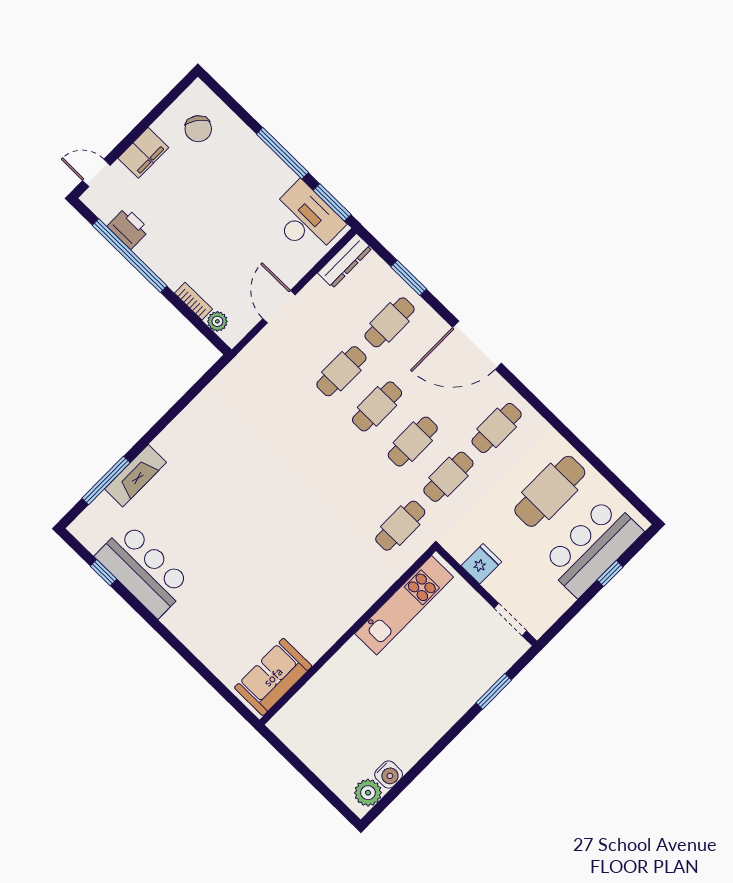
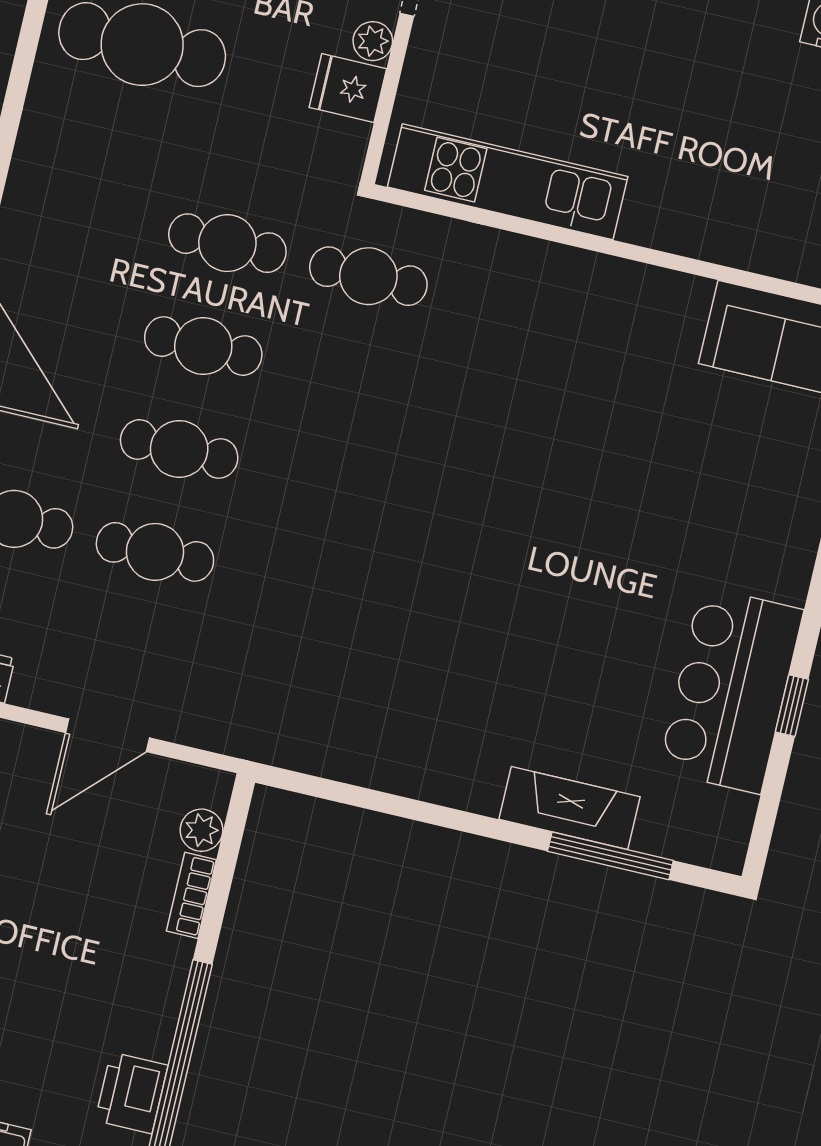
cafe table: (497, 428) -> (86, 210), removed
window: (103, 573) -> (792, 706), moved
plant: (494, 585) -> (373, 41), added

